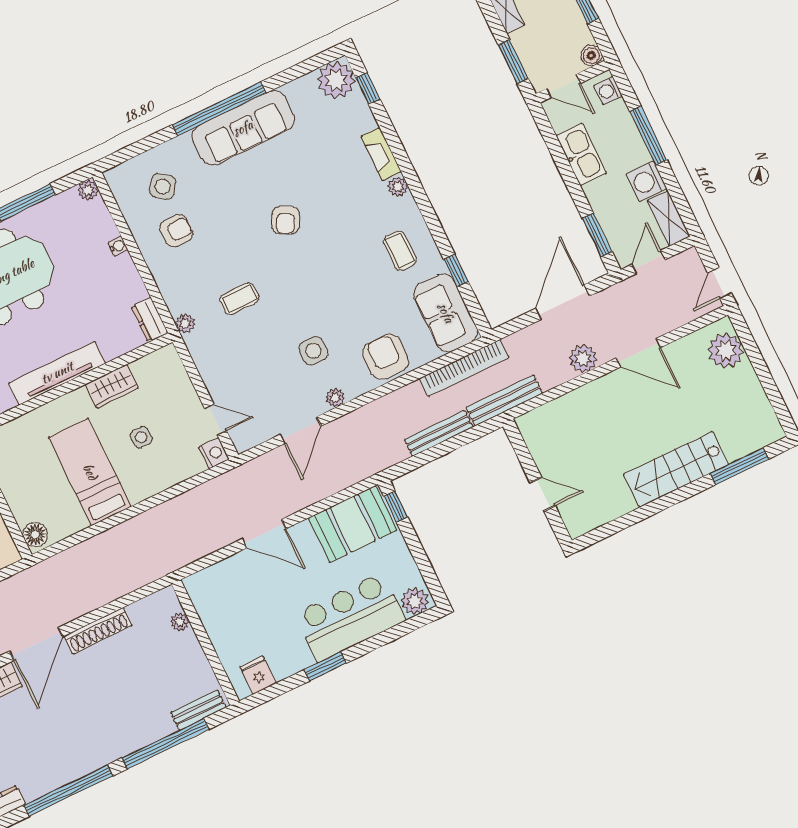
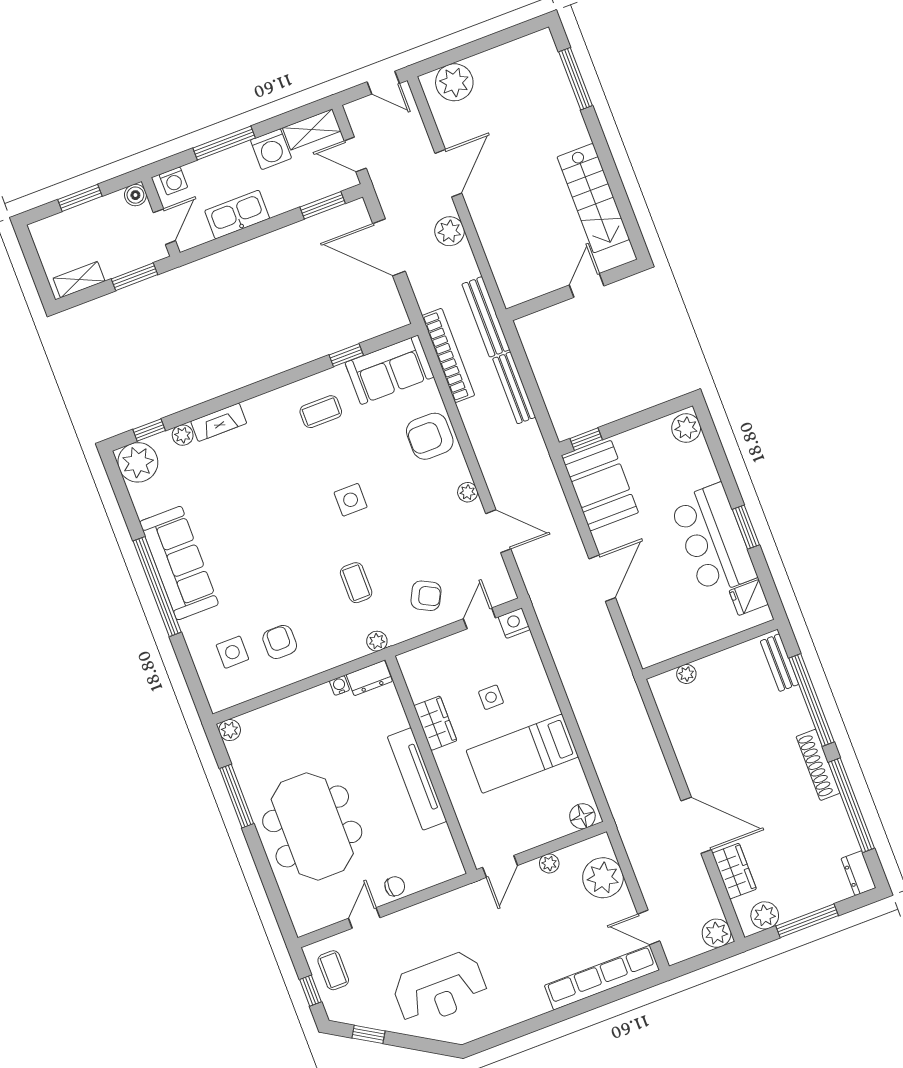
side table: (163, 186) -> (232, 652), turned -36
plant: (398, 187) -> (183, 435), moved
armchair: (286, 220) -> (426, 596), moved
water cooler: (118, 246) -> (339, 685), moved
side table: (313, 351) -> (351, 500), moved
stairs: (676, 469) -> (593, 198), moved
bar counter: (350, 617) -> (713, 539), moved
shoe rack: (98, 631) -> (818, 765), moved, turned 180

